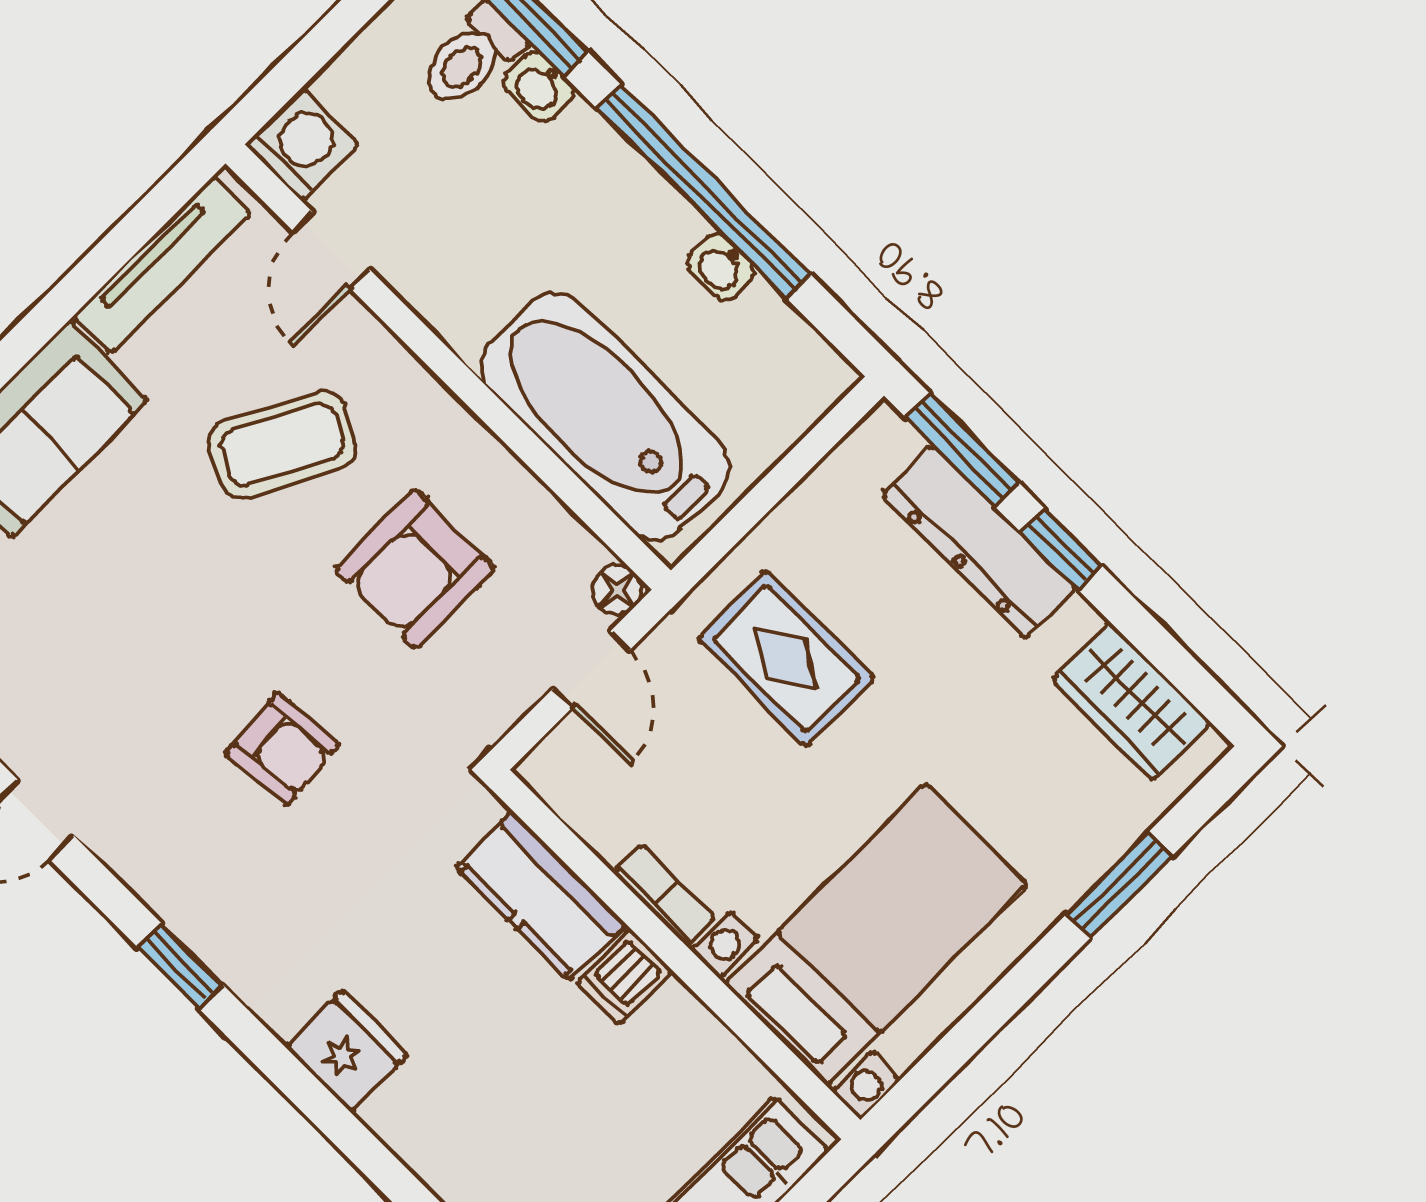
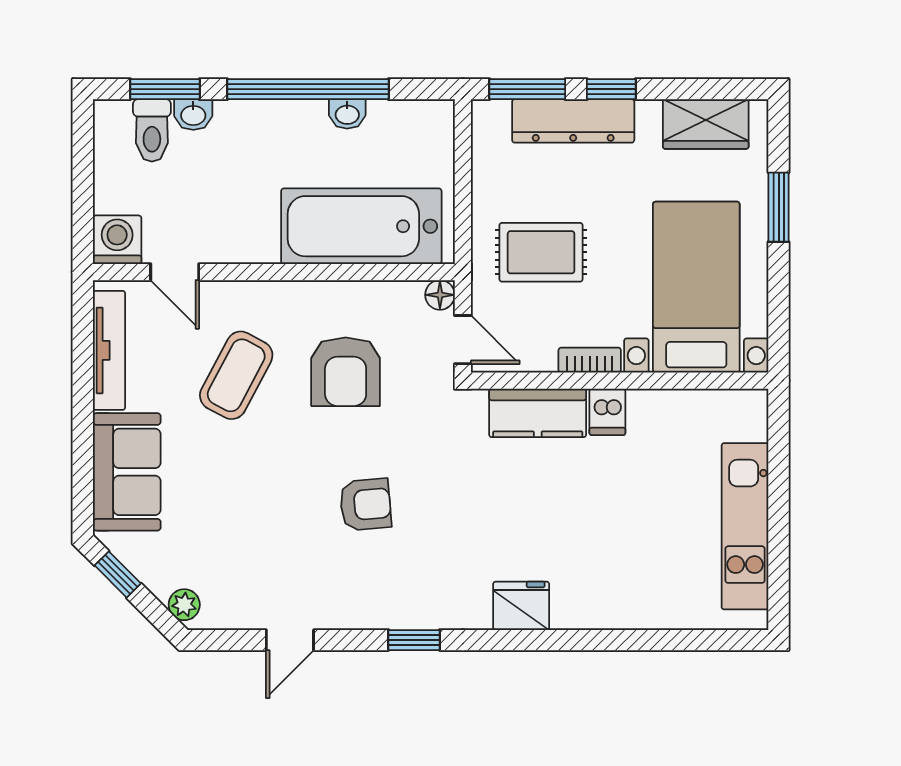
bookcase: (664, 895) -> (590, 360), moved
kitchen counter: (541, 896) -> (538, 413), moved
bed with nightstands: (876, 935) -> (696, 287), moved
wall: (676, 954) -> (620, 381), moved
dishwasher: (624, 977) -> (607, 412), moved

